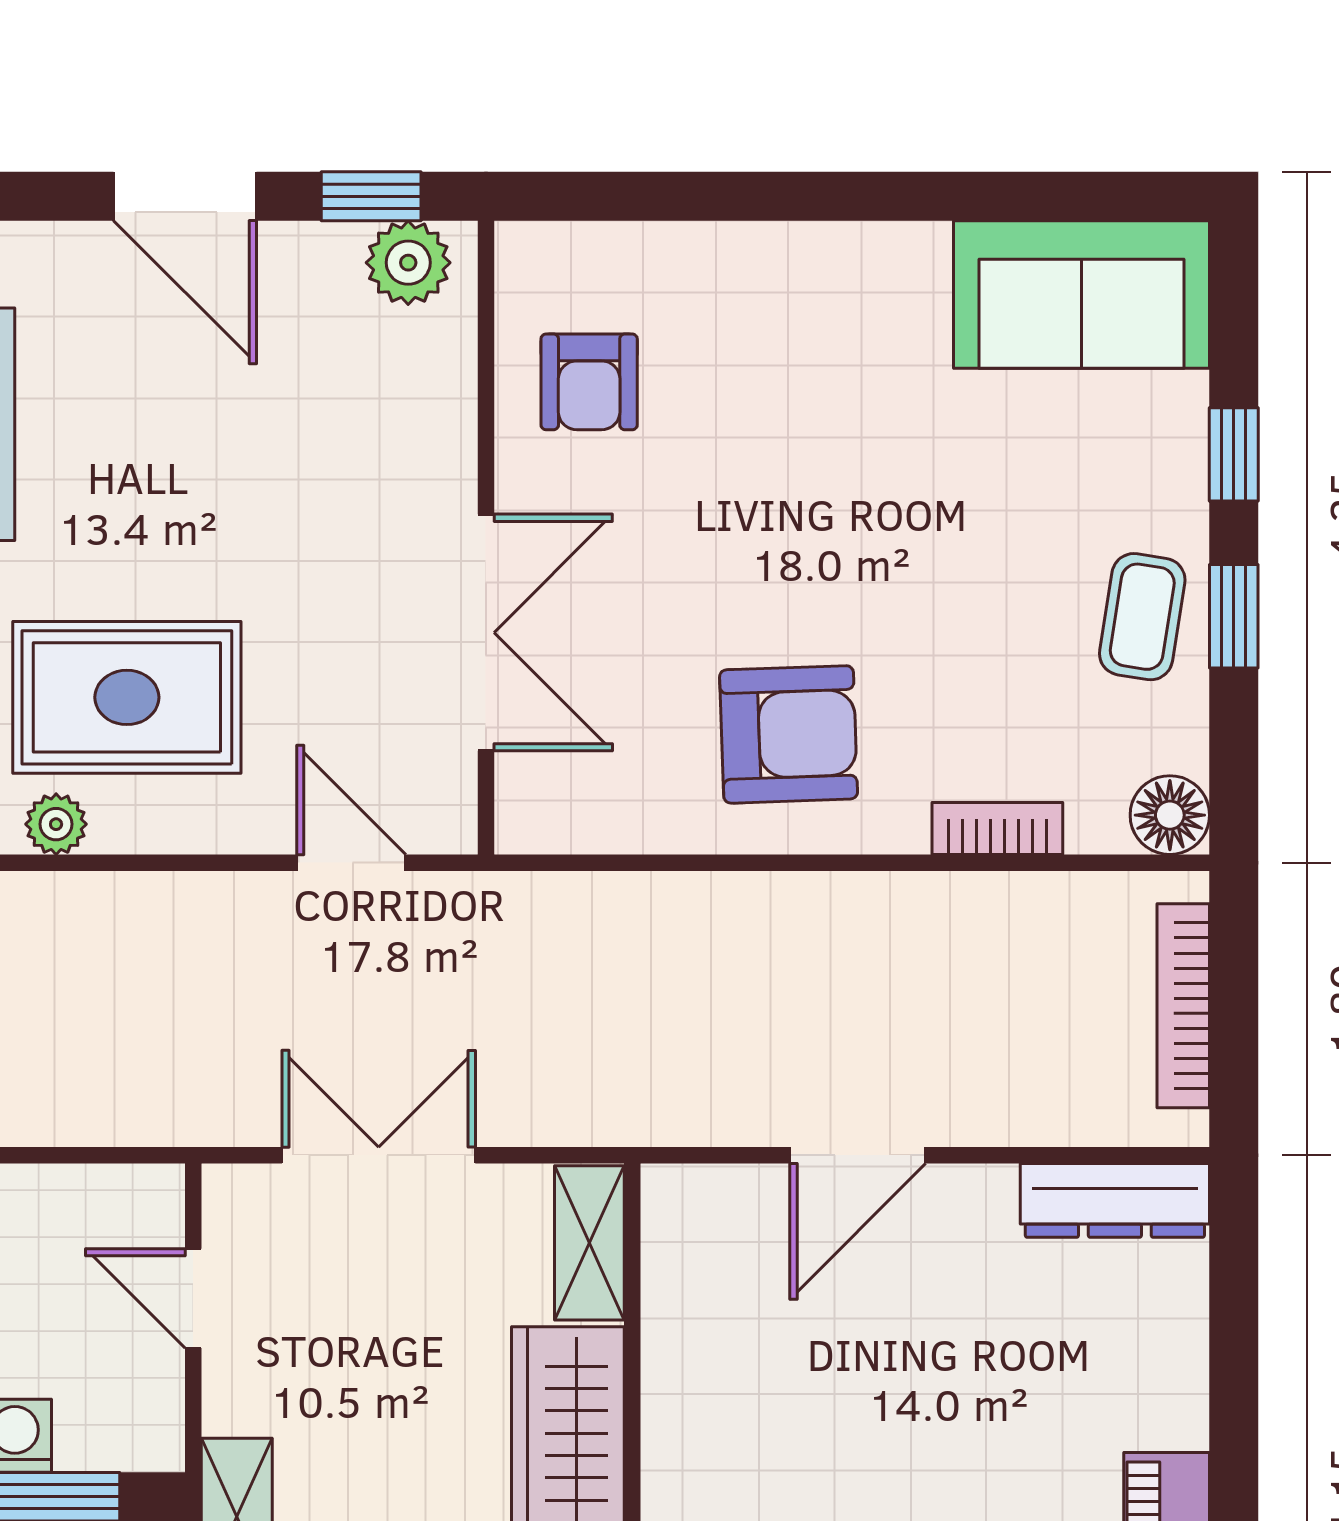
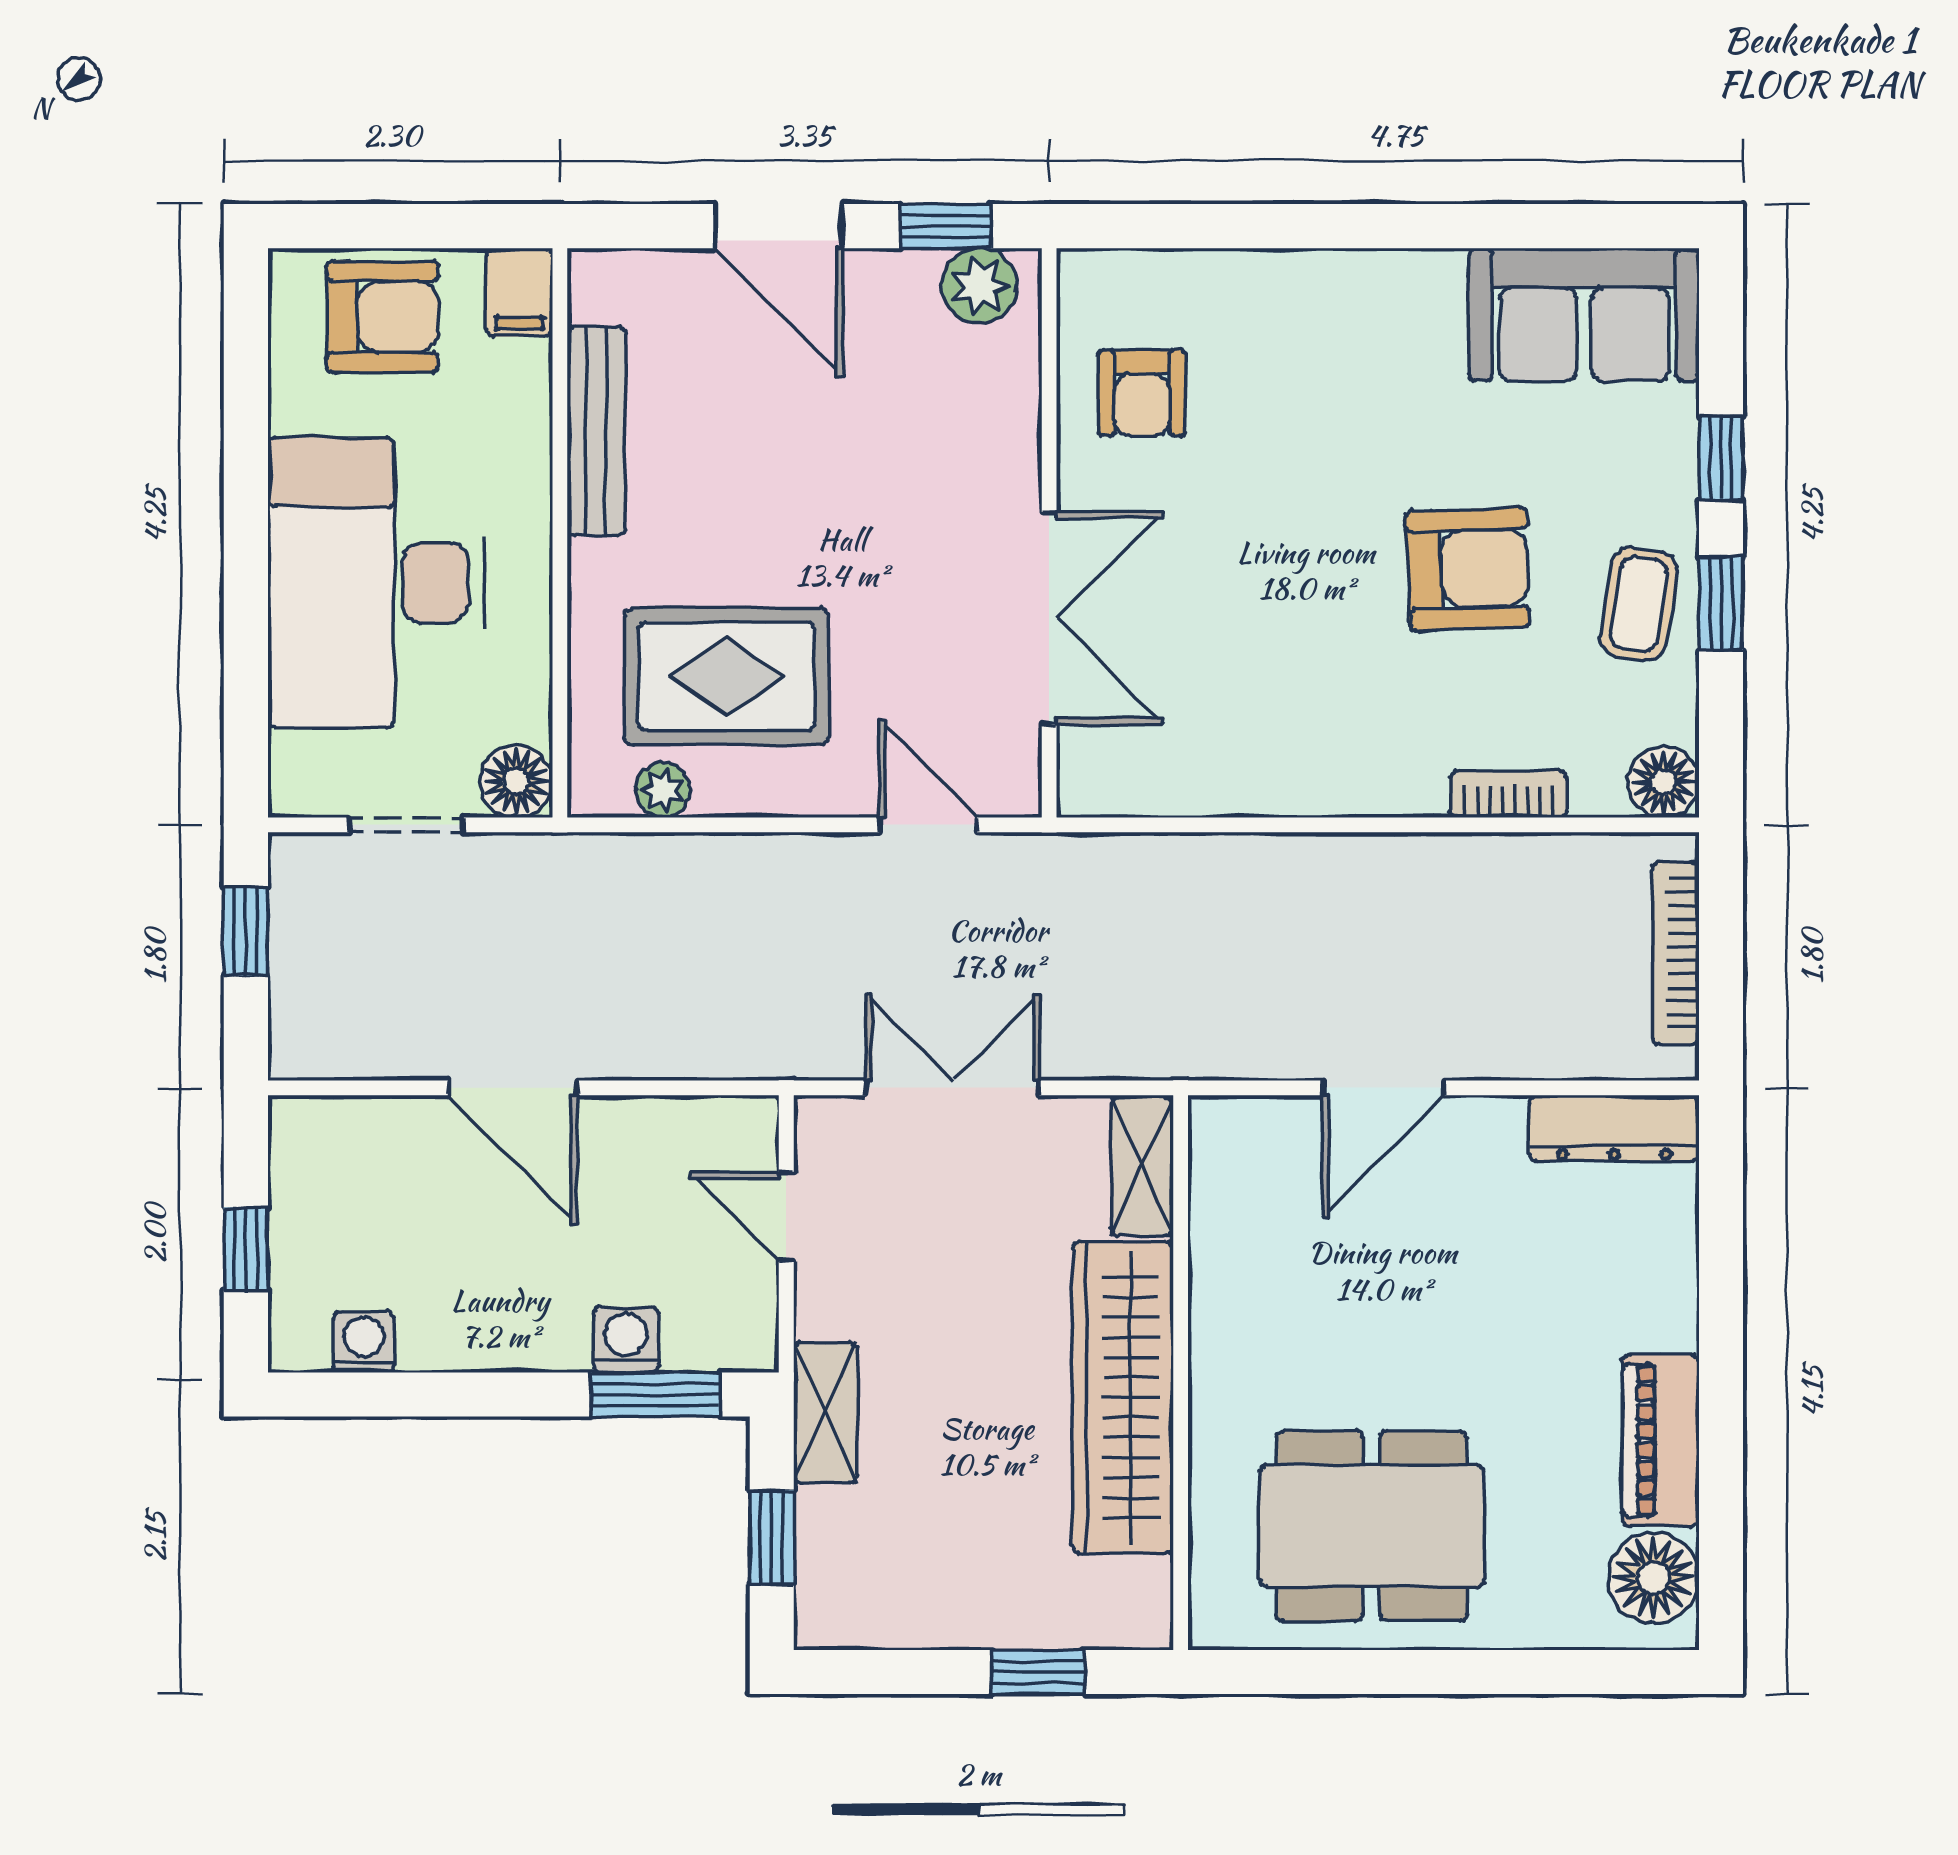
armchair: (789, 734) -> (1468, 569), moved

